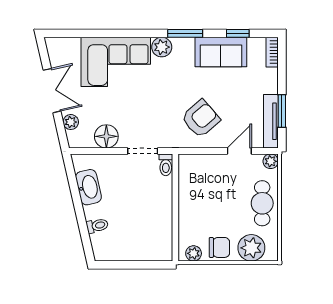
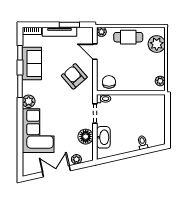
tv unit: (271, 121) -> (59, 32), moved
washbasin: (88, 187) -> (103, 137), moved, turned 103
chair: (219, 247) -> (109, 82), moved

